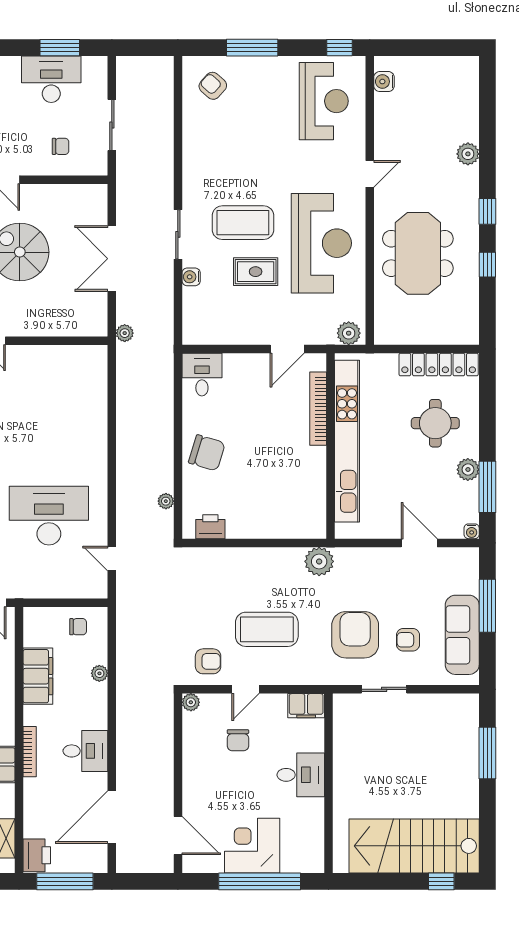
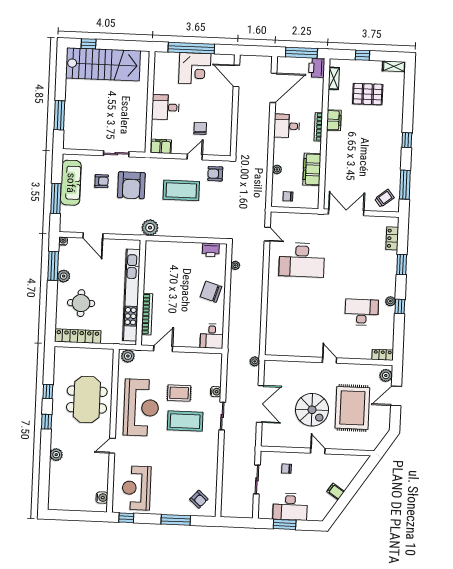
reception desk: (321, 243) -> (141, 408), turned 180
plant: (191, 702) -> (226, 151), removed

